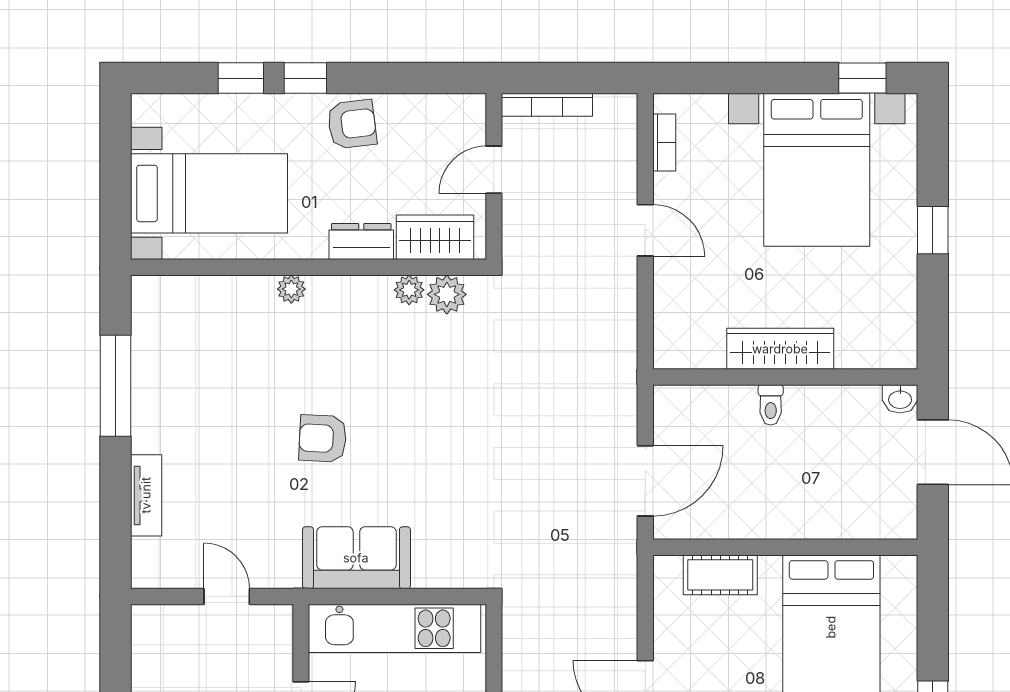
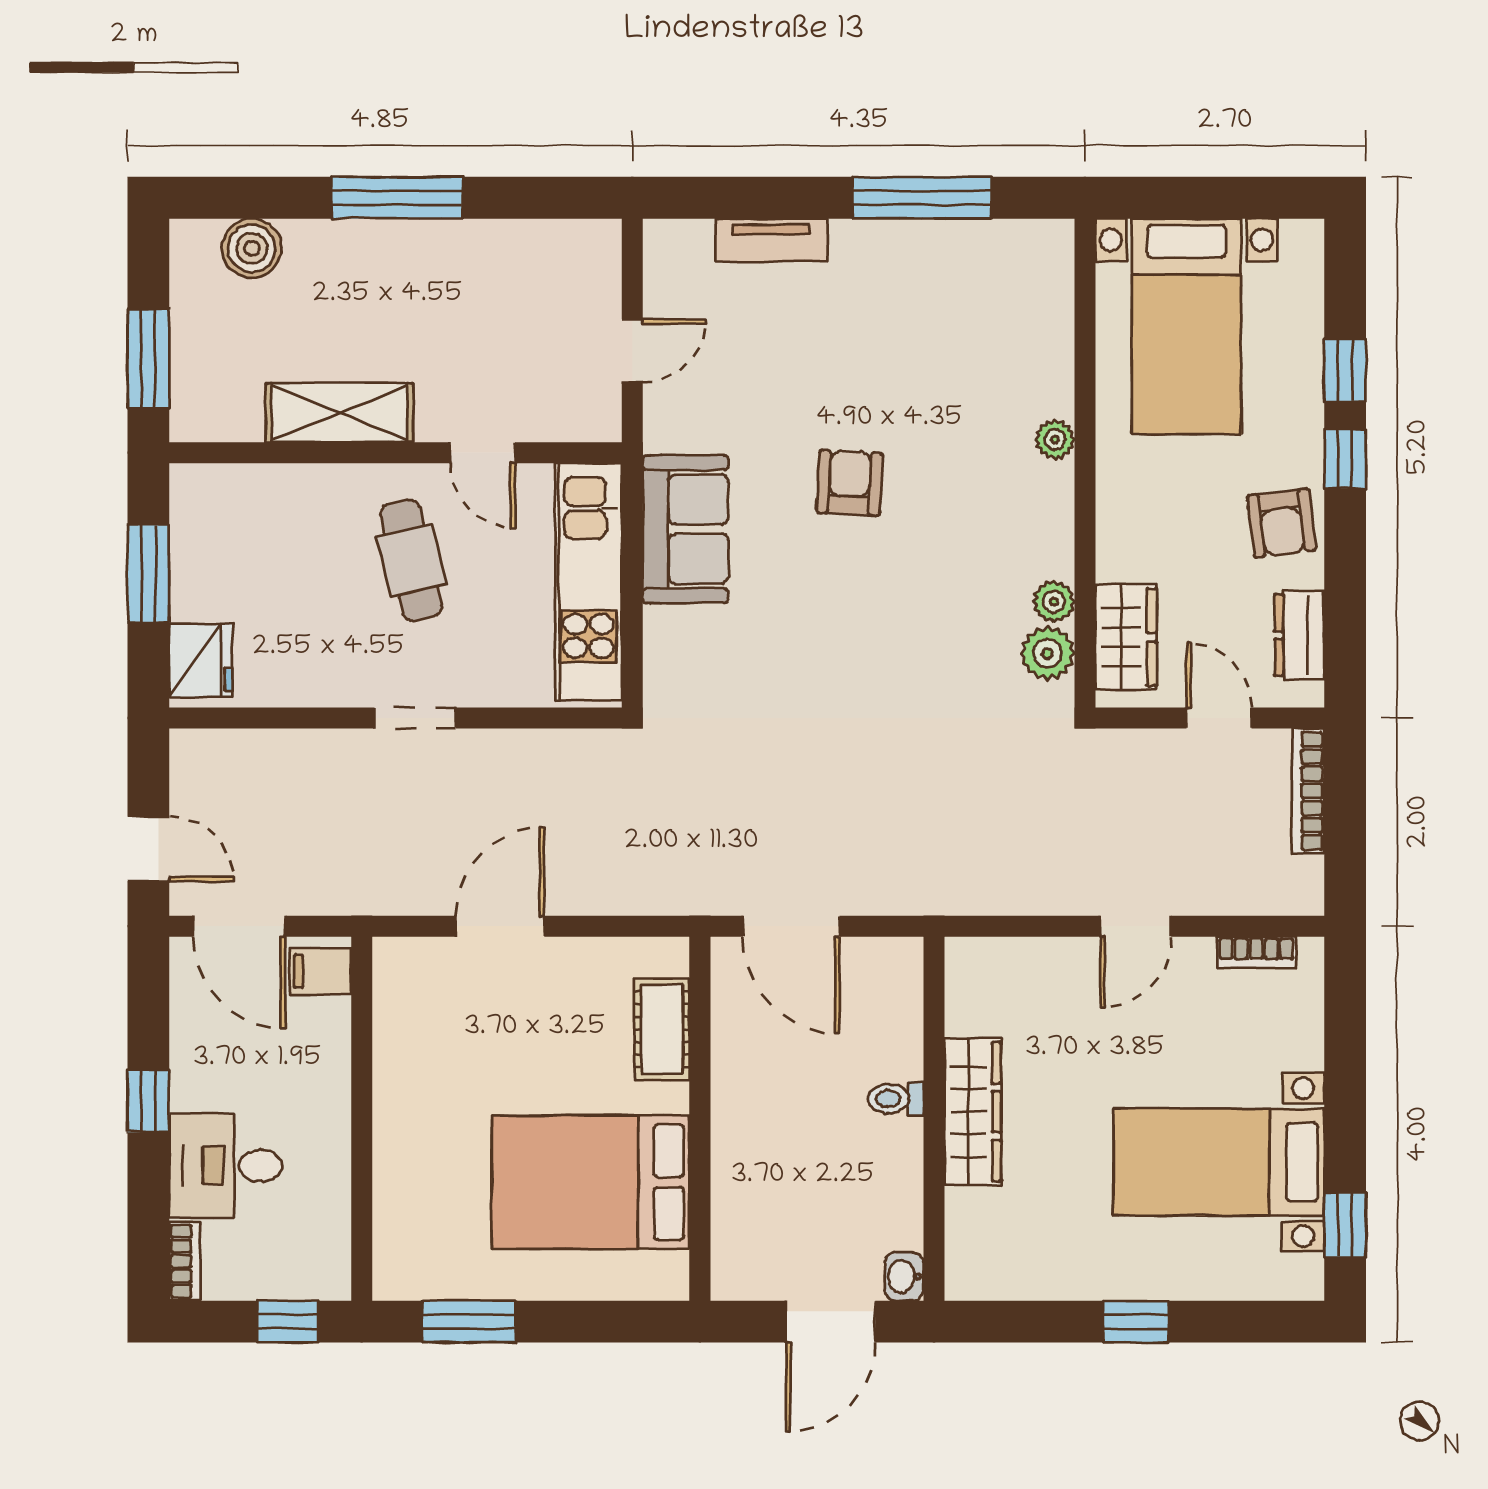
bed with nightstands: (817, 170) -> (1219, 1162), width x0.73
dresser: (361, 242) -> (1299, 635), moved, turned 180

